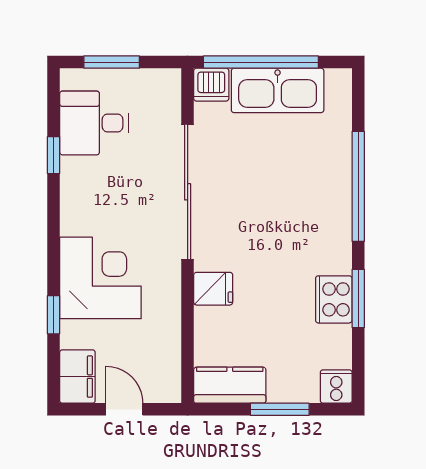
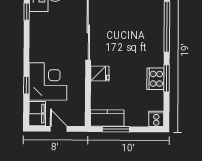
corner desk: (100, 278) -> (48, 82), moved
window: (280, 409) -> (116, 129), moved

